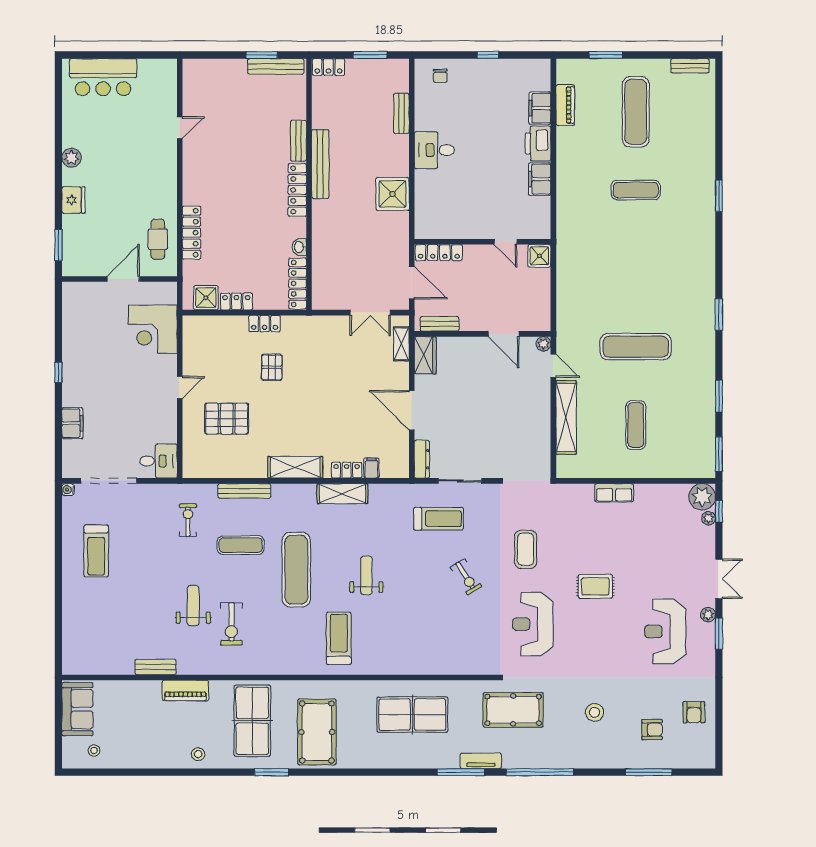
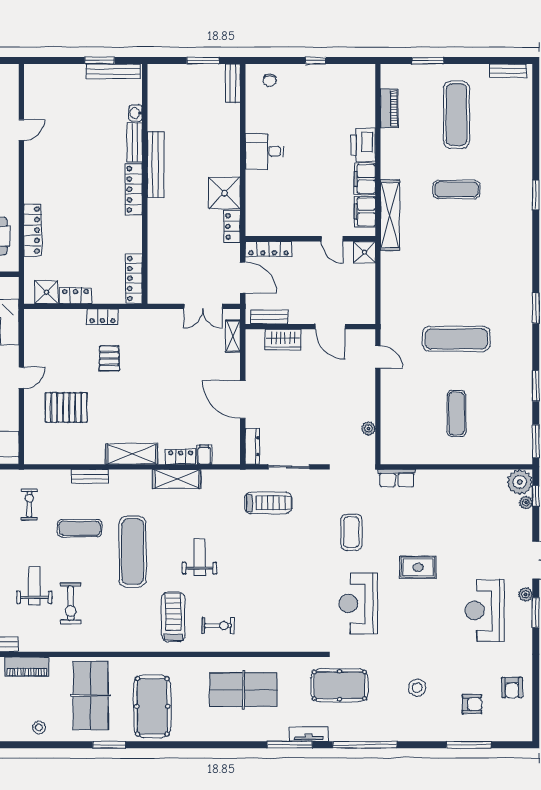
locker: (328, 67) -> (232, 226), moved, turned 90
filing cabinet: (540, 108) -> (365, 212), moved
bench: (401, 113) -> (233, 83), moved
washbasin: (299, 247) -> (135, 113), moved
plant: (543, 344) -> (368, 429), moved
wardrobe: (425, 355) -> (283, 340), moved, turned 90
shelving: (566, 417) -> (390, 215), moved
bench: (244, 491) -> (90, 476), width x0.73
row of seats: (614, 493) -> (397, 478), moved
exercise bike: (466, 577) -> (218, 626), moved, turned -58

